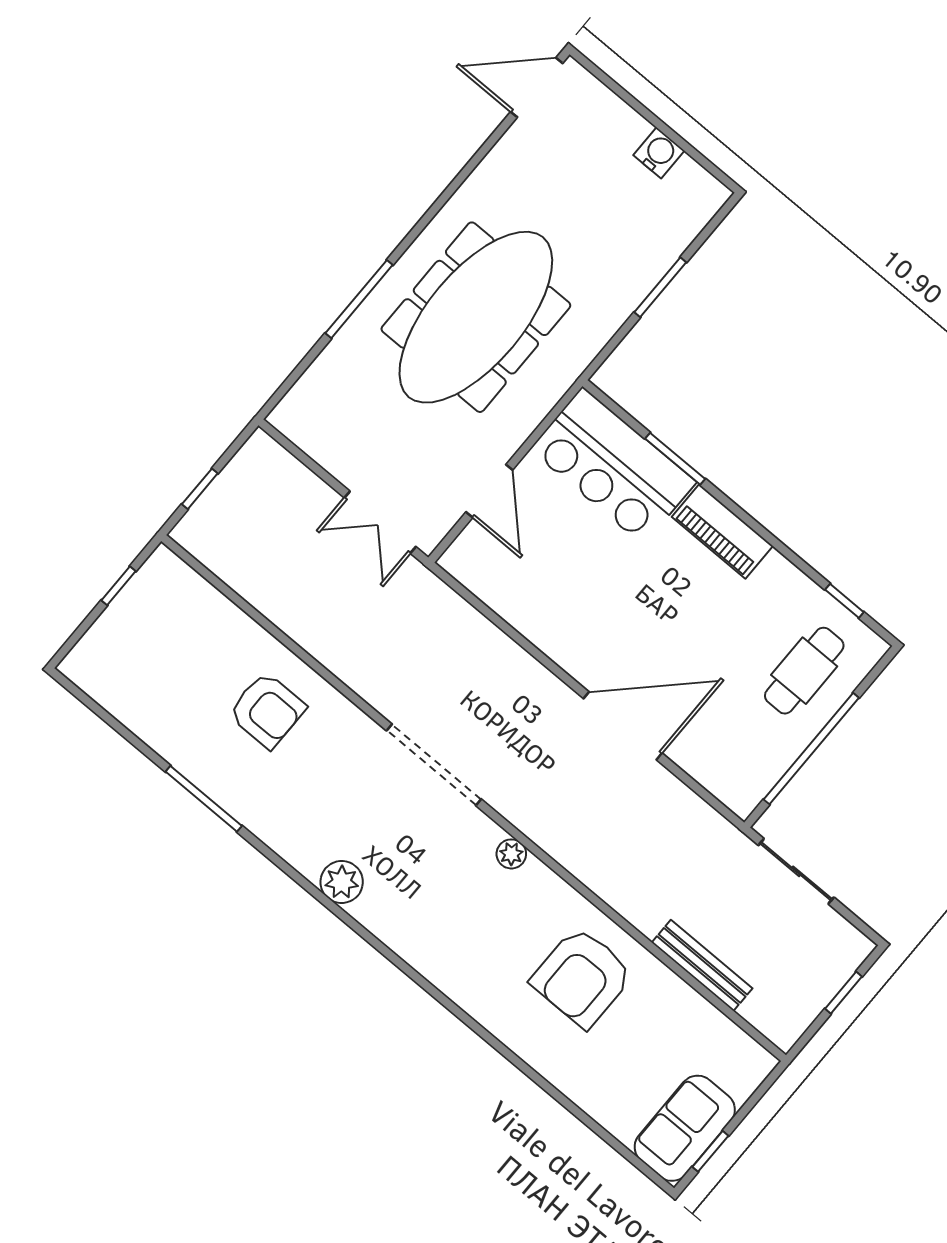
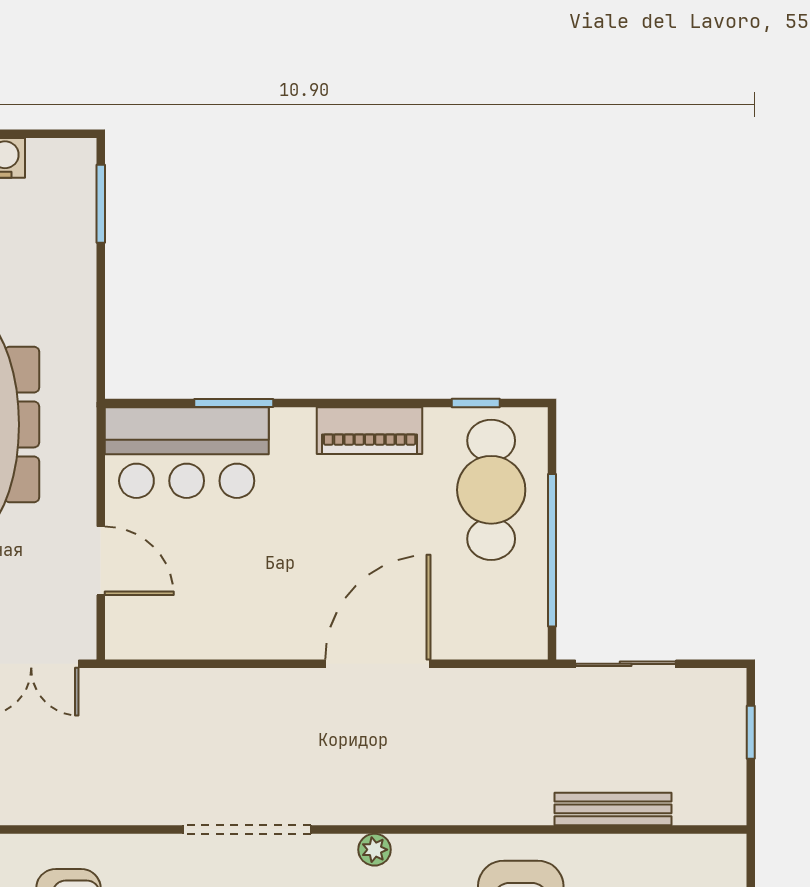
window: (660, 287) -> (101, 204), moved
piano: (722, 531) -> (370, 431), moved
cafe table: (804, 671) -> (491, 490), width x1.37, depth x1.35

